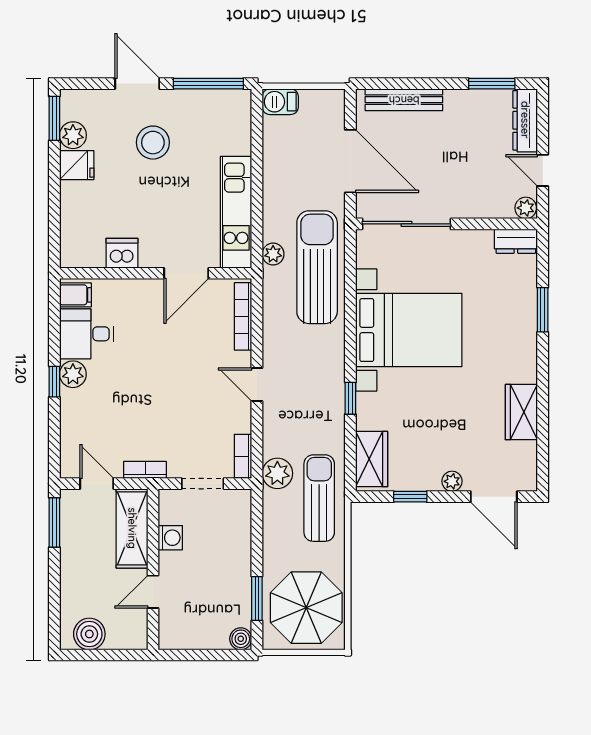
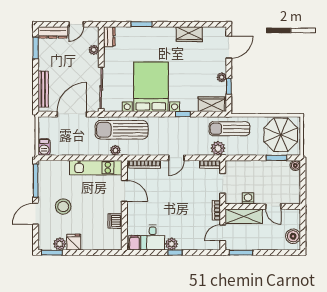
plant: (526, 208) -> (94, 50), moved
plant: (452, 481) -> (222, 77), moved

